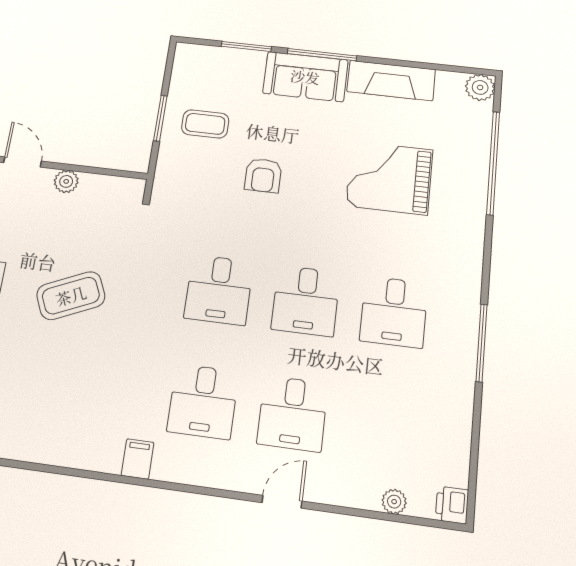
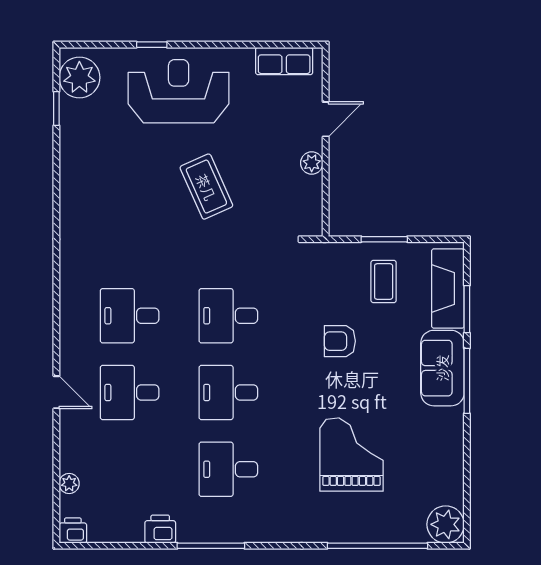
fireplace: (391, 81) -> (448, 289), moved
plant: (480, 87) -> (446, 524), width x1.36, depth x1.36
printer: (458, 399) -> (160, 529), added
filing cabinet: (138, 459) -> (75, 268), removed

